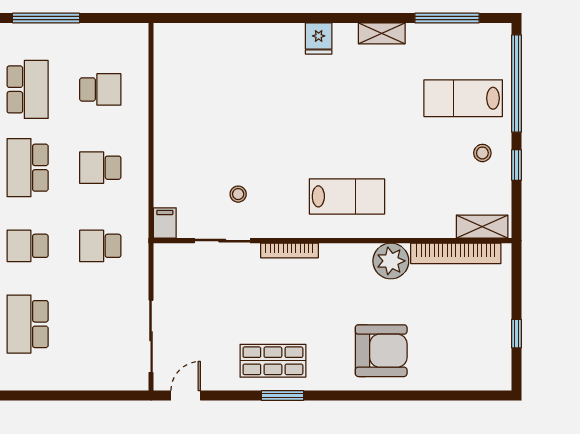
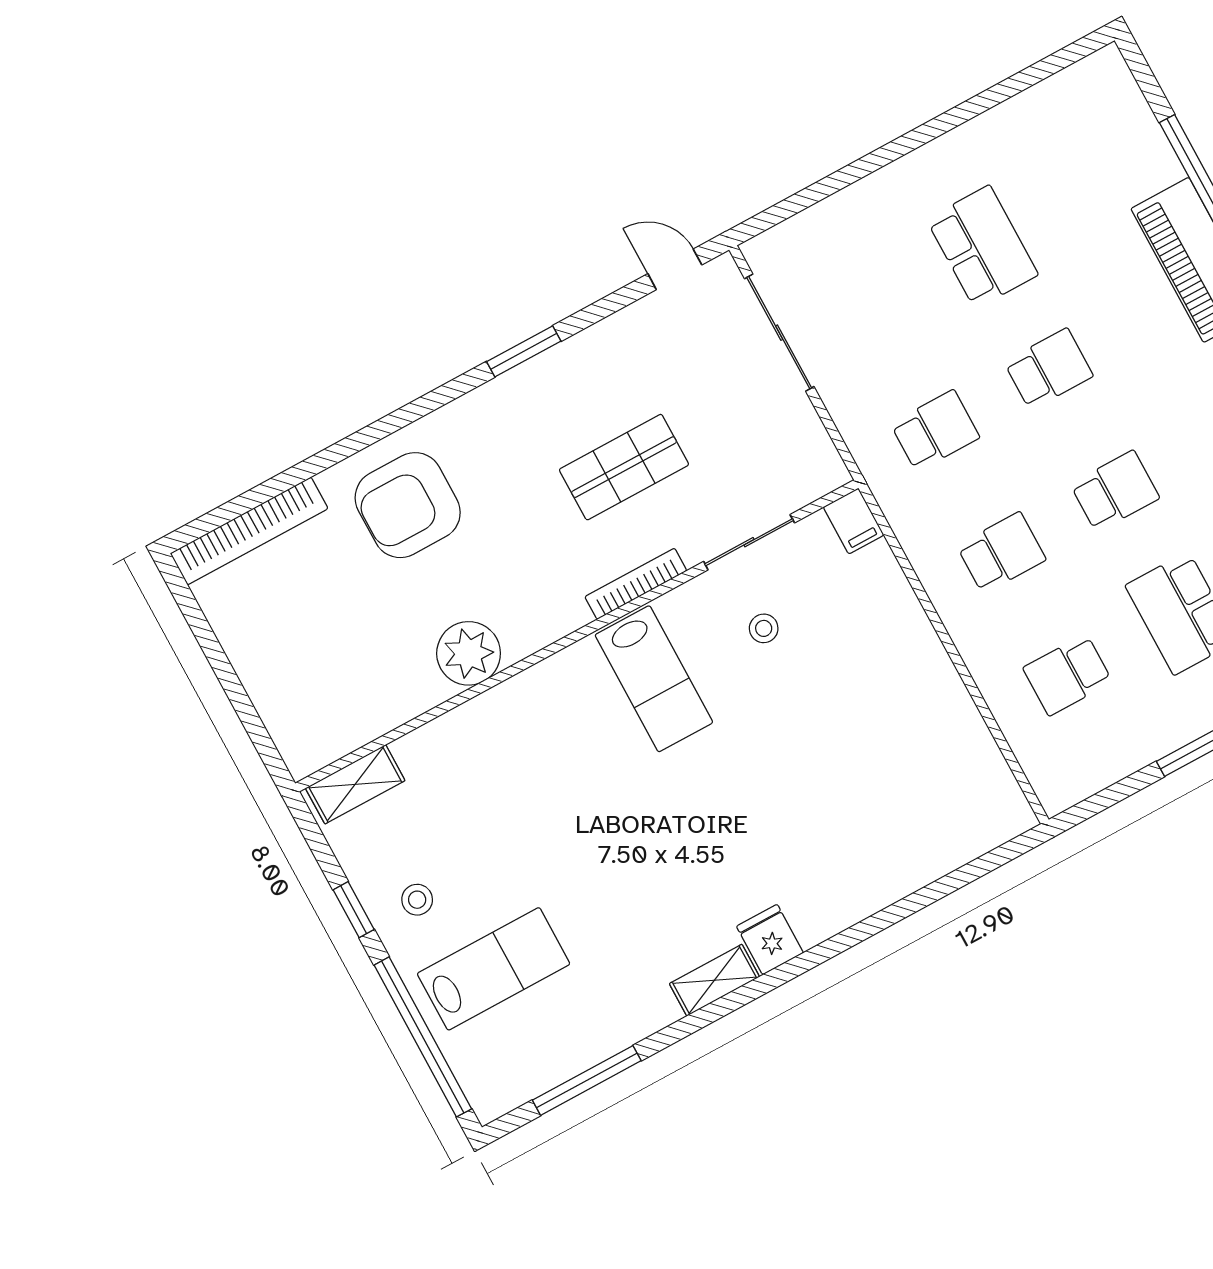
shelving: (382, 33) -> (714, 980), moved
school desk: (28, 168) -> (1115, 491), width x0.54
lab bench: (347, 196) -> (654, 679), moved, turned -90
bookcase: (456, 253) -> (249, 531), moved, turned 180
window: (516, 334) -> (211, 647), removed
shop shelf: (273, 361) -> (624, 467), moved
door: (186, 396) -> (675, 269), swing flipped

